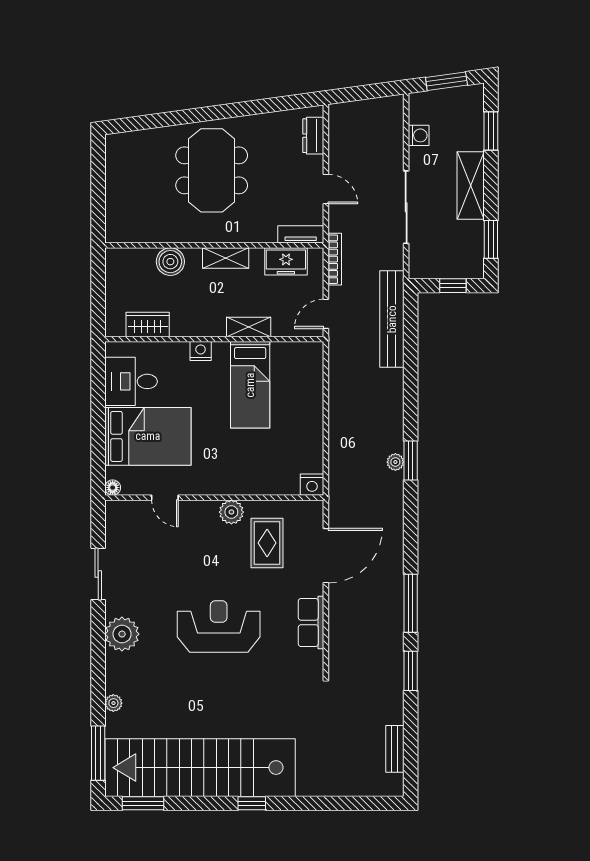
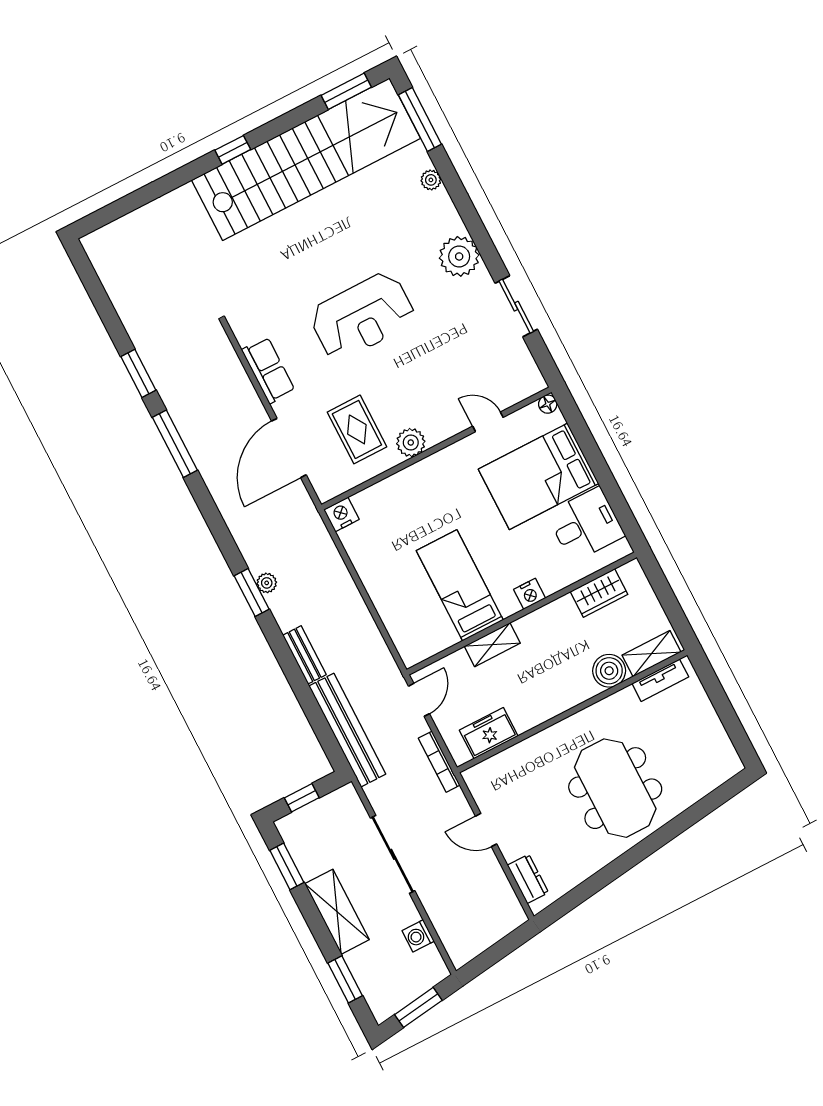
tv unit: (301, 234) -> (660, 680), moved
shelving: (226, 258) -> (652, 654), moved
bench: (395, 749) -> (304, 655), moved

